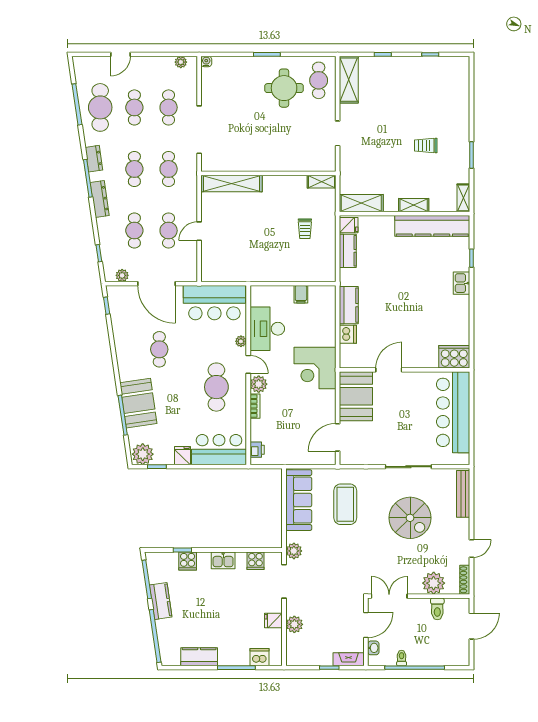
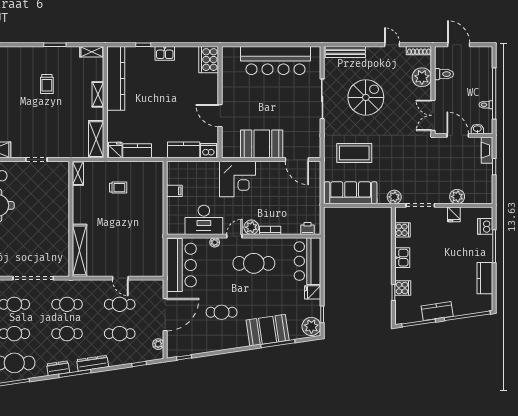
cooker: (454, 357) -> (209, 60), moved
door: (389, 370) -> (220, 116), moved
wall: (405, 370) -> (220, 102), moved

